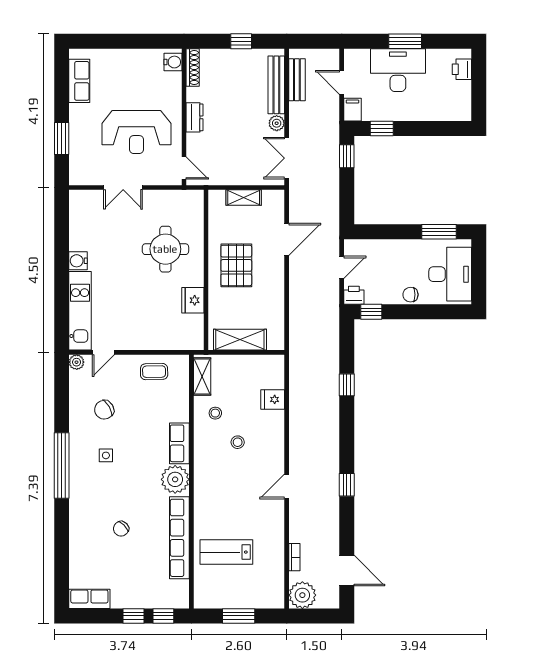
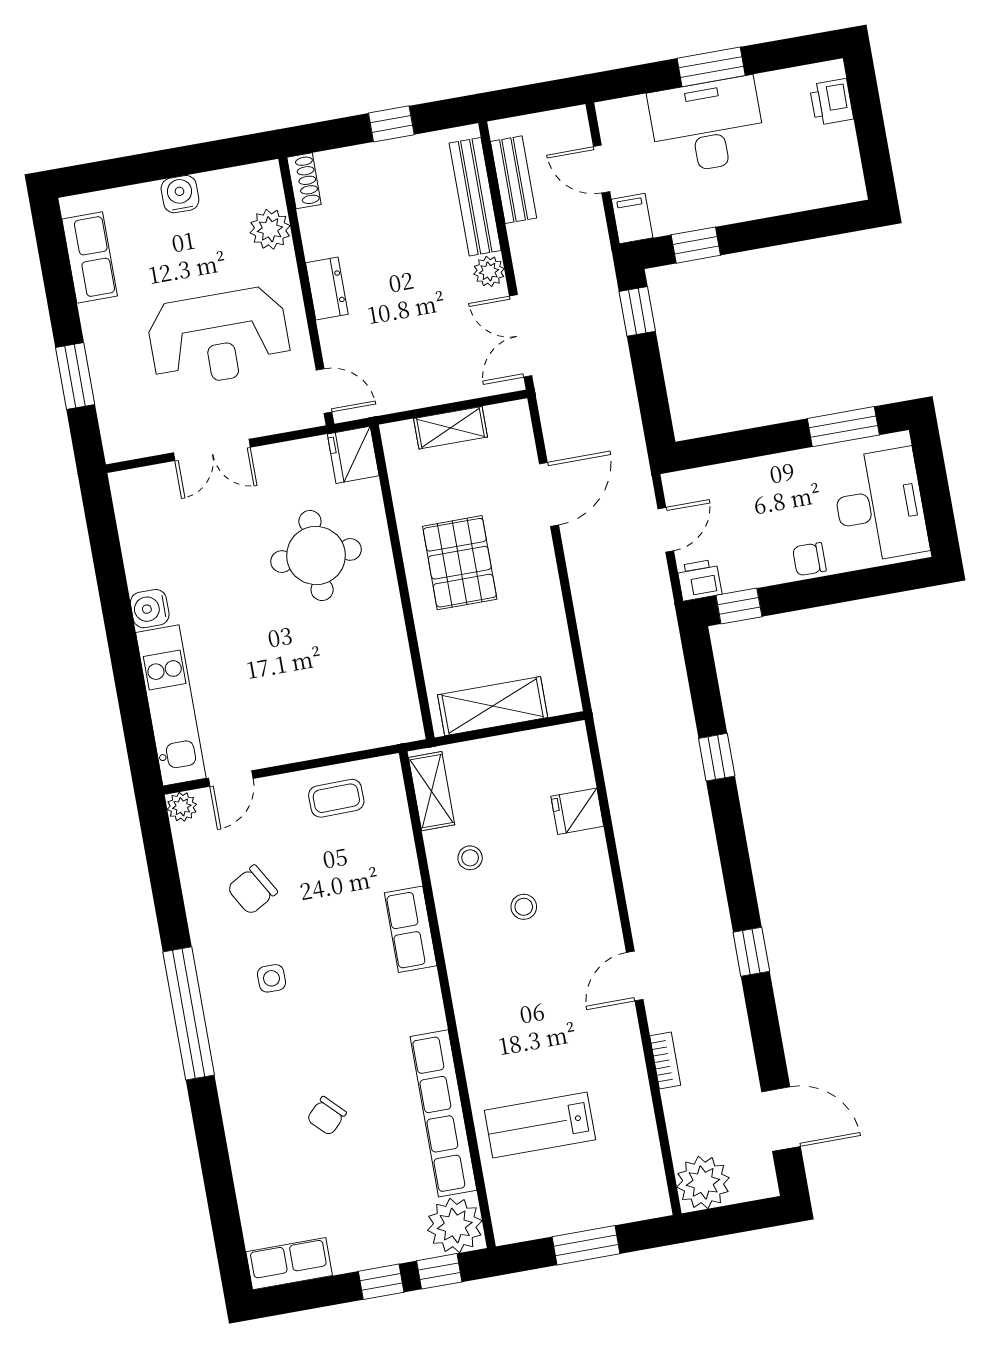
water cooler: (173, 62) -> (180, 194), moved, turned -90
shoe rack: (193, 68) -> (304, 181), width x0.70
plant: (172, 83) -> (270, 229), added
fridge: (193, 300) -> (353, 455), moved
plant: (175, 479) -> (455, 1226), moved
bookcase: (294, 557) -> (665, 1060), moved

